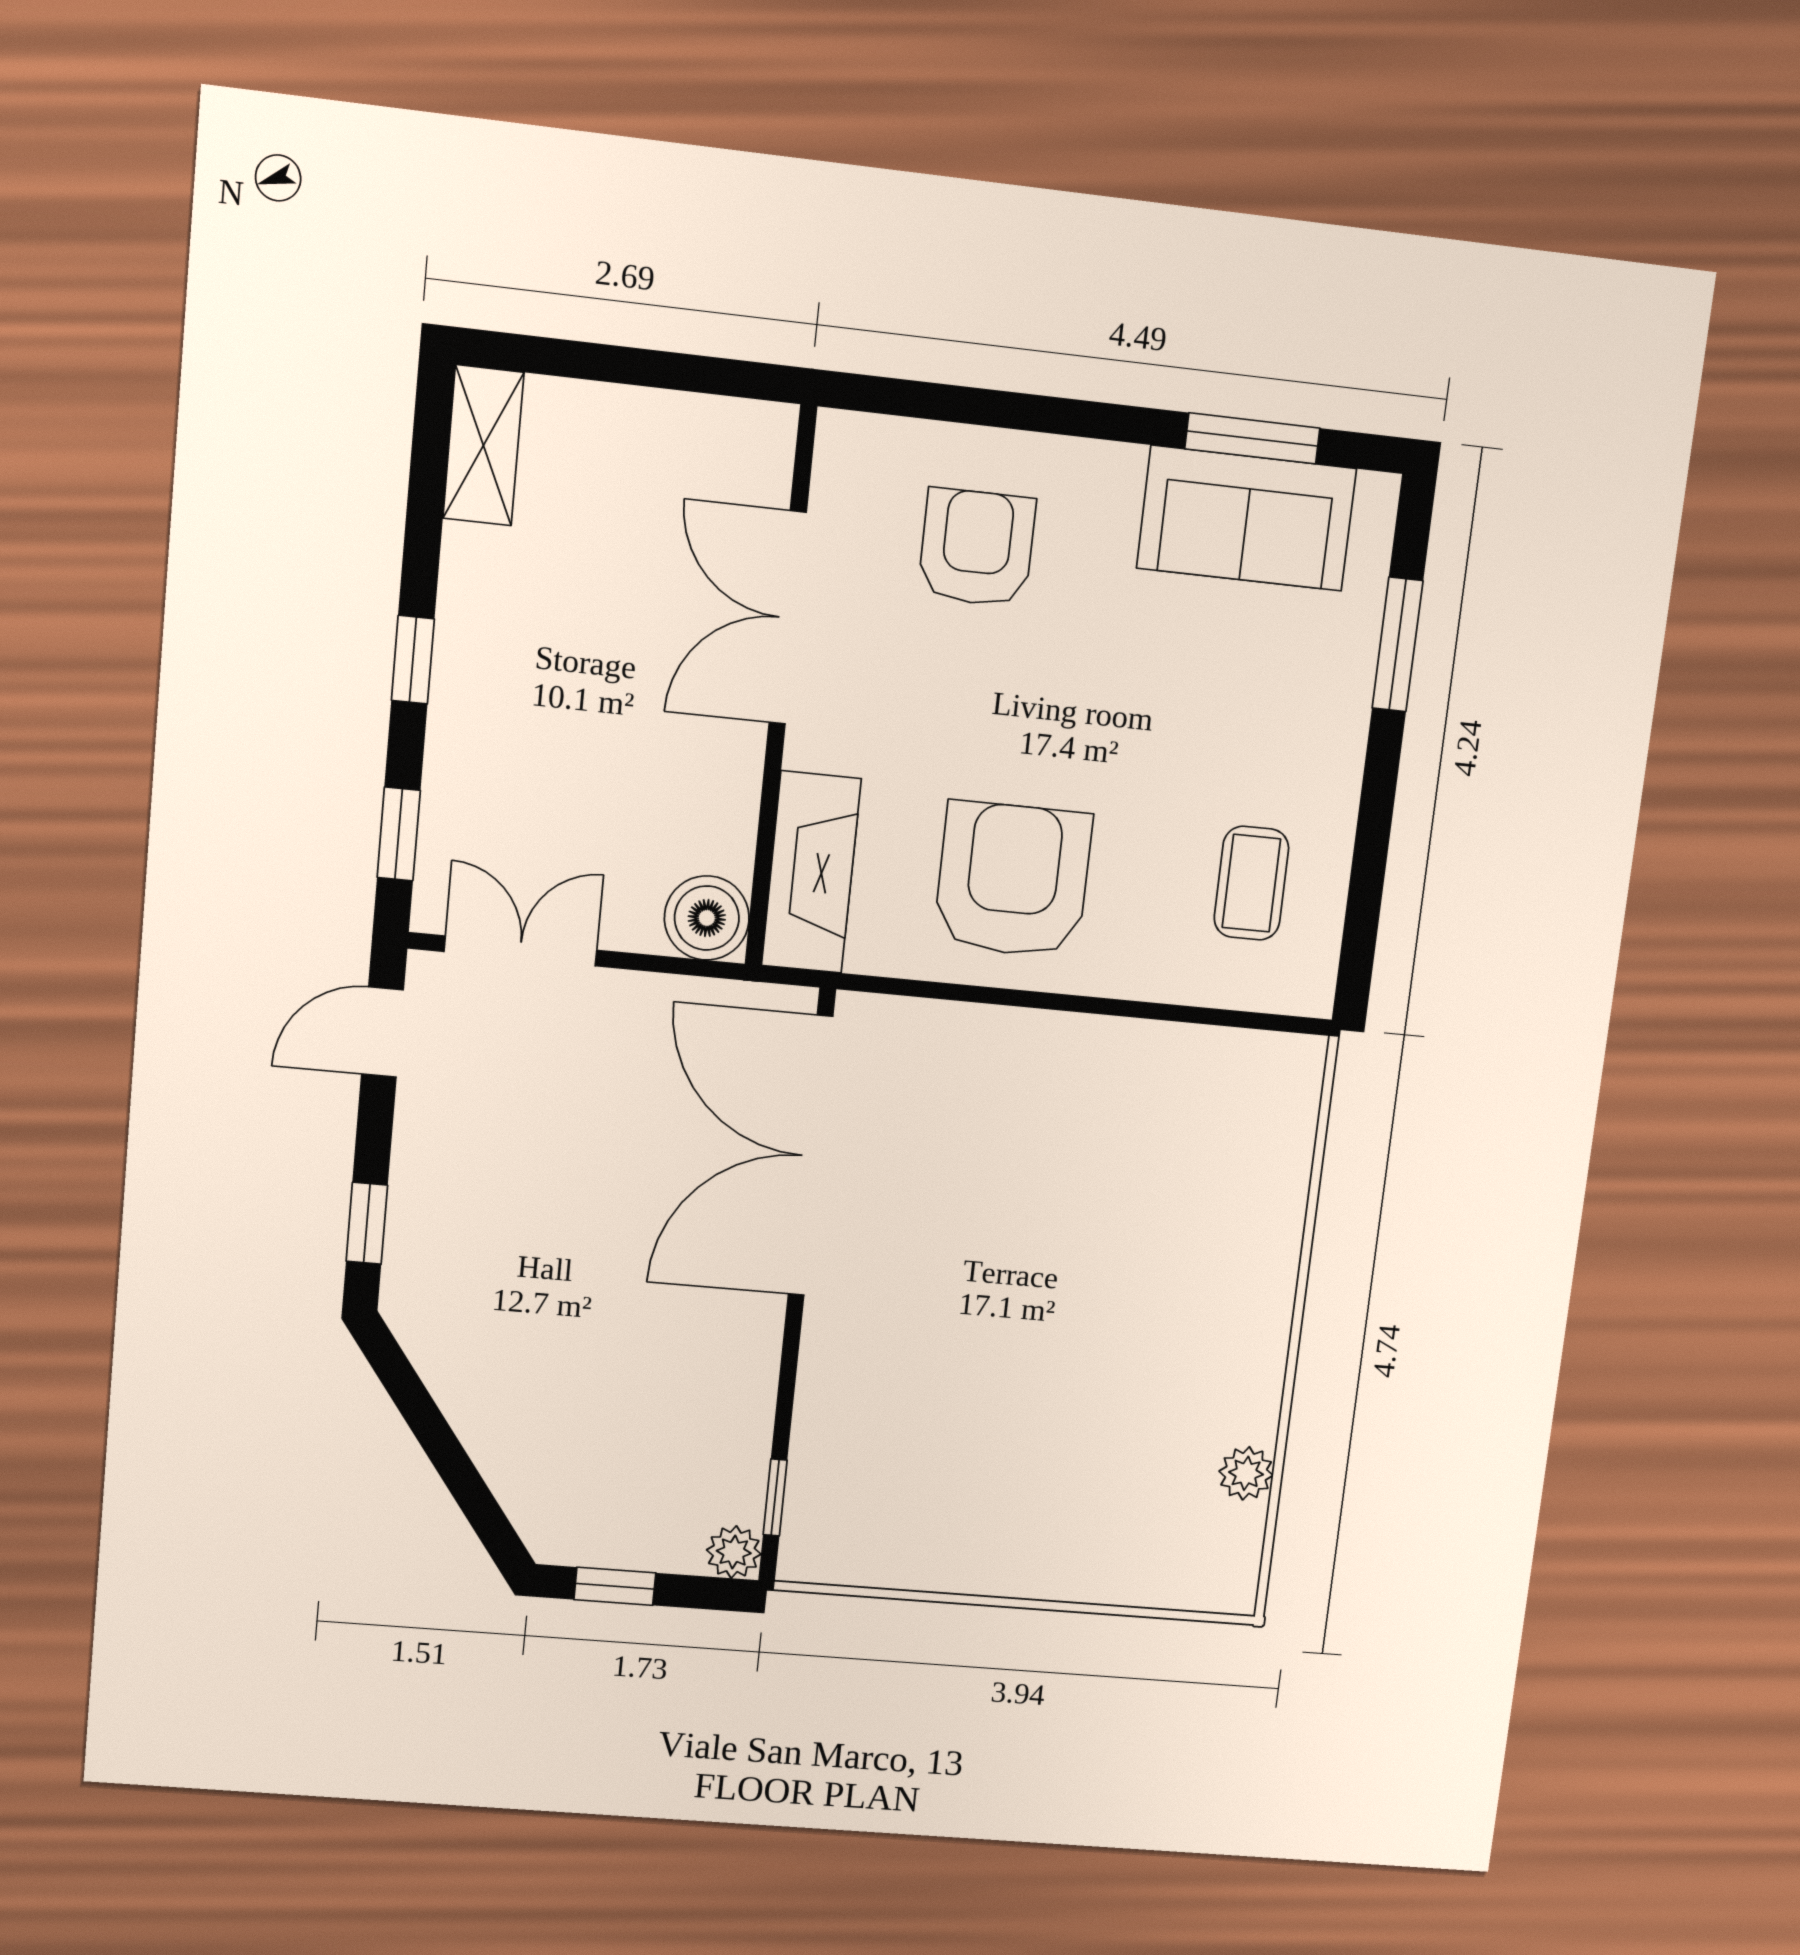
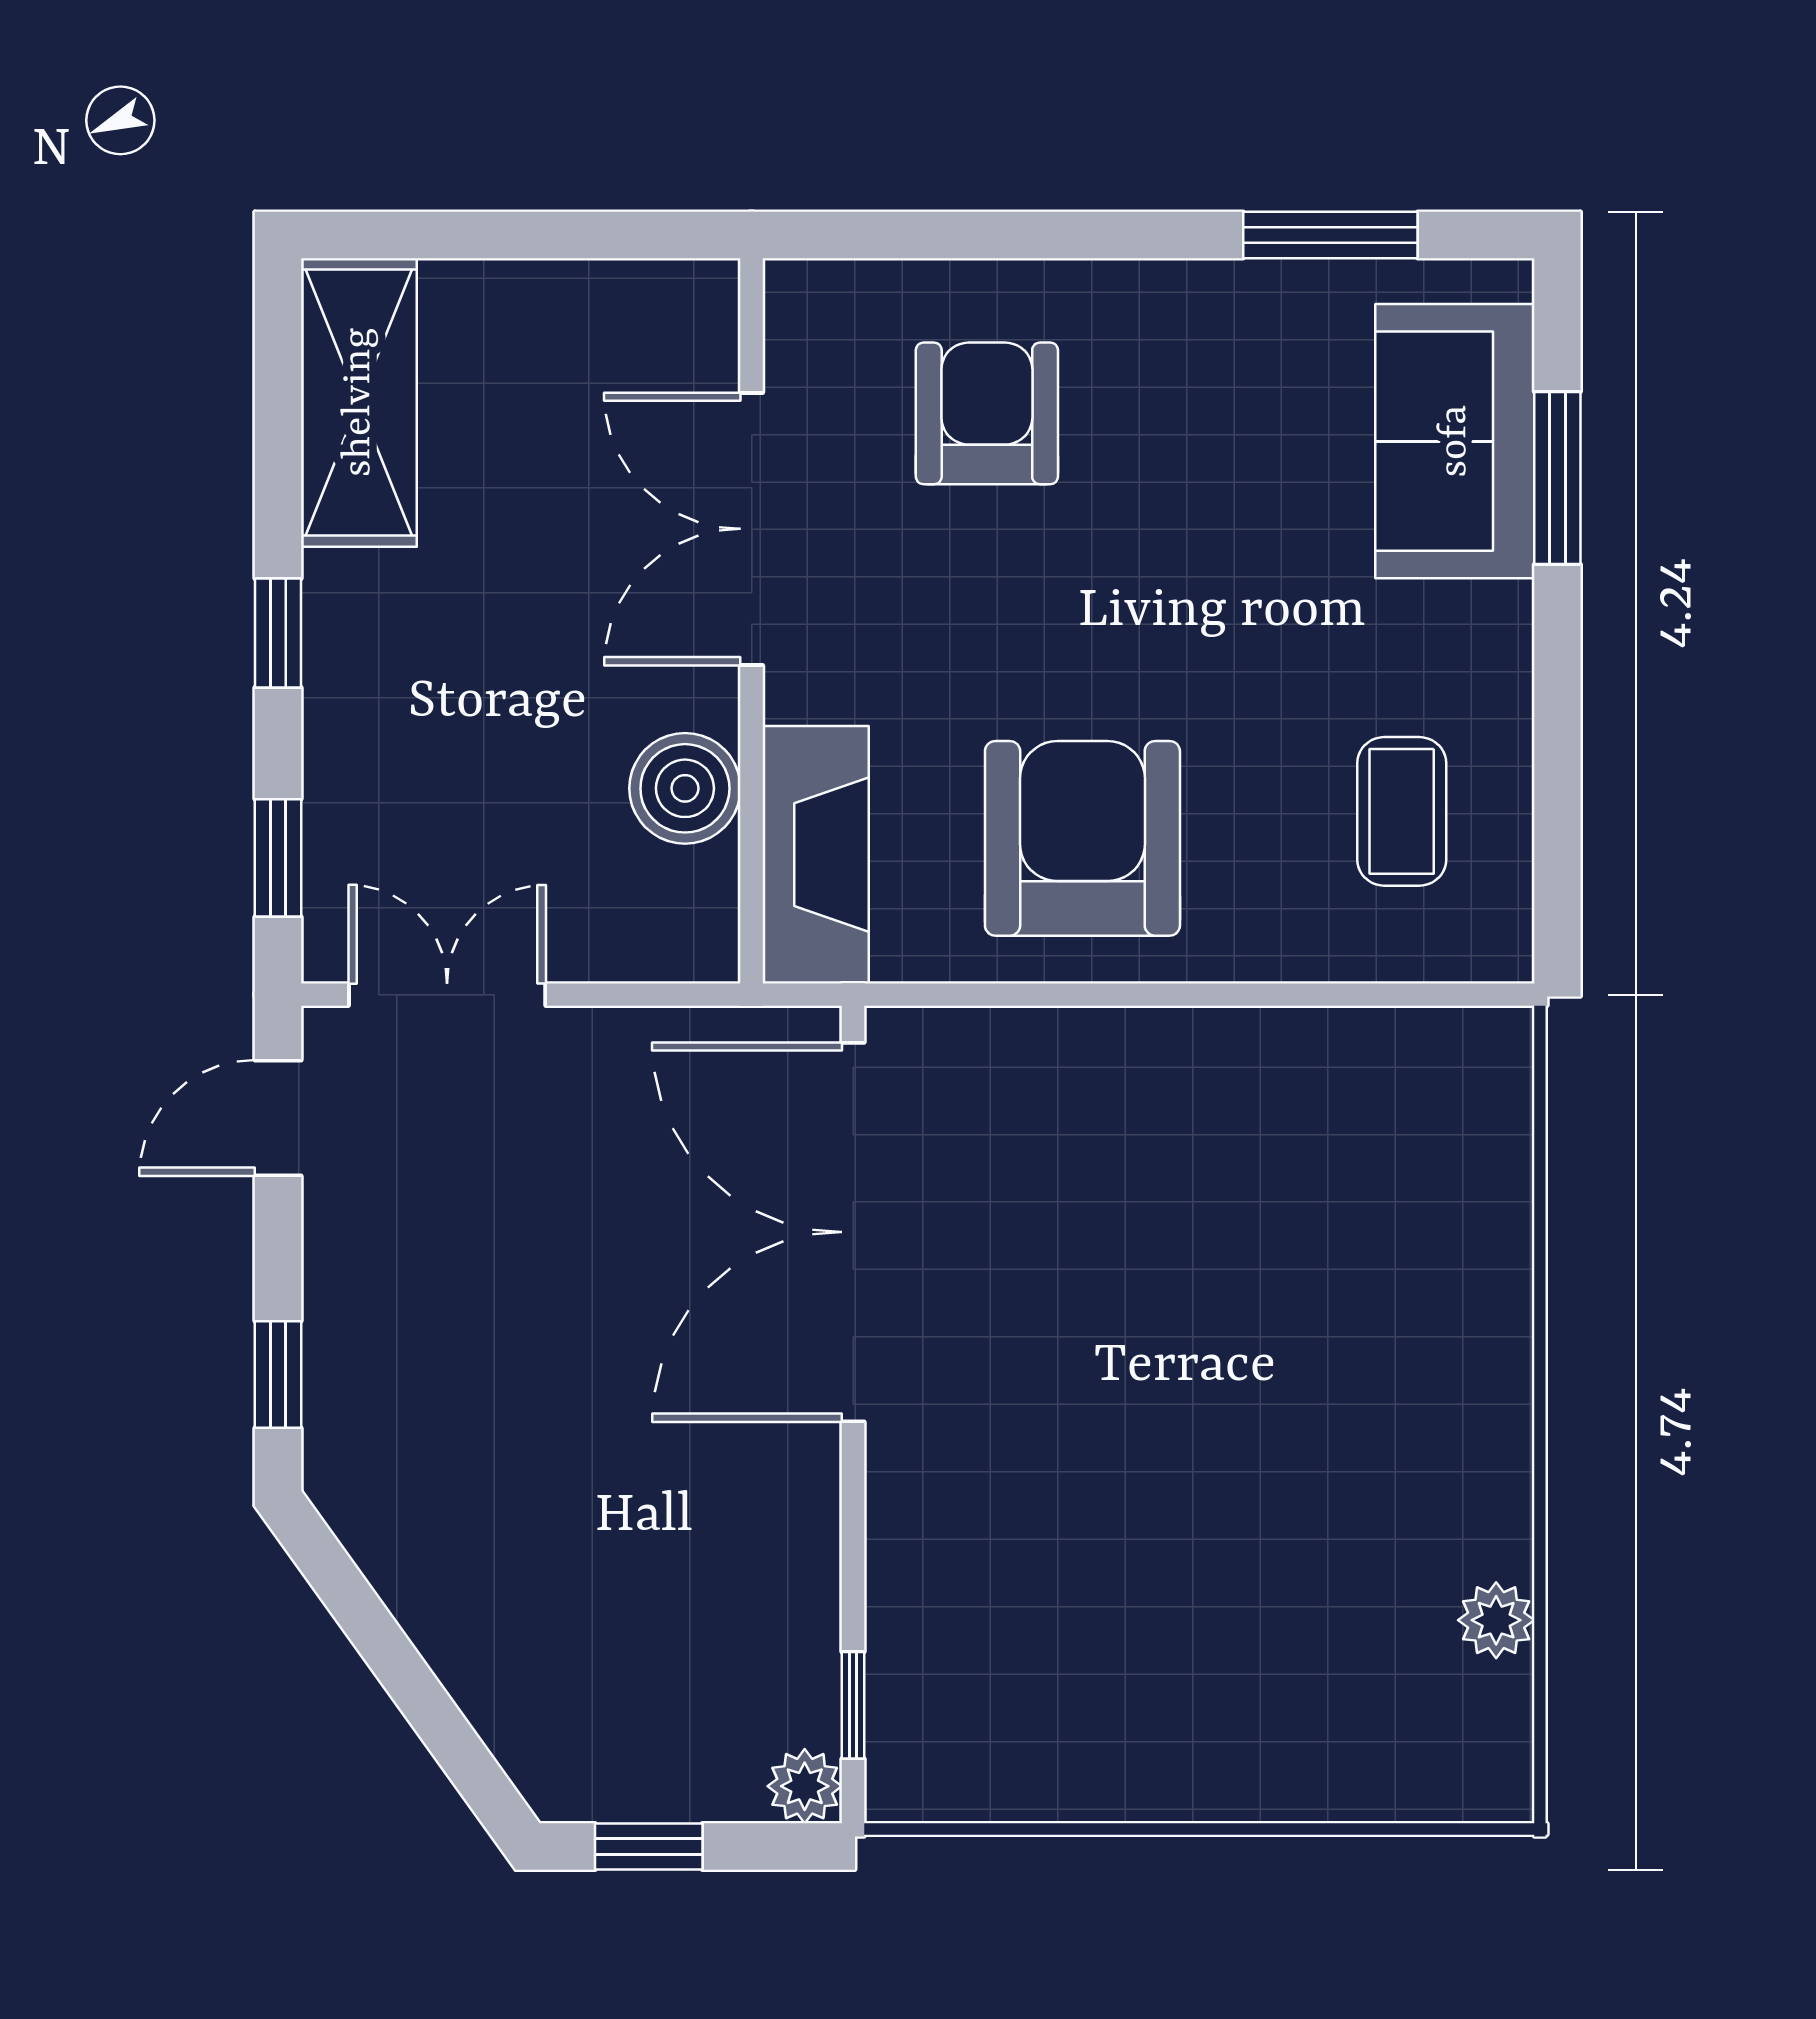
shelving: (483, 445) -> (359, 402), width x1.50, depth x1.33
sofa: (1247, 518) -> (1455, 441), moved, turned 90
boiler: (707, 918) -> (685, 788), moved

